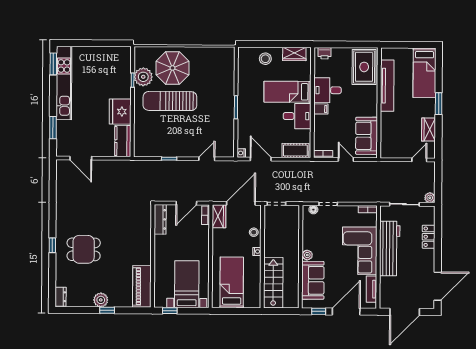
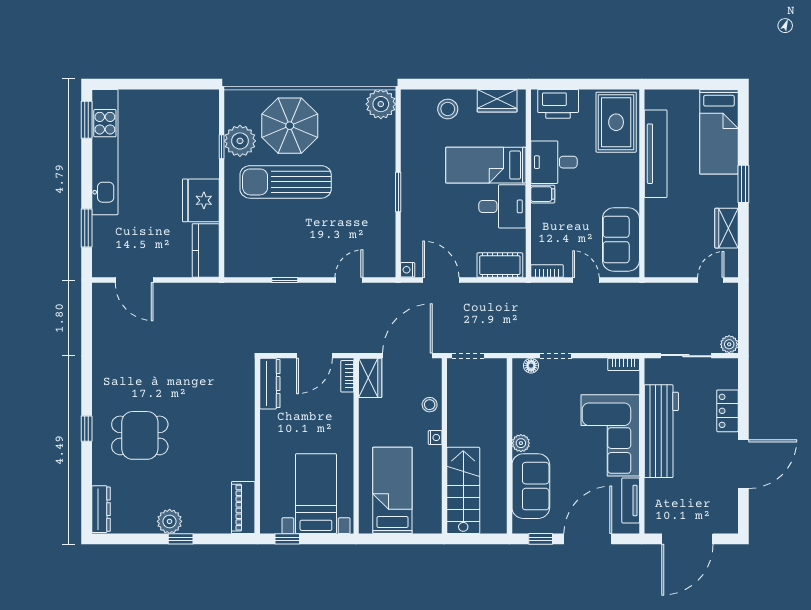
printer: (325, 53) -> (558, 104), width x1.87, depth x1.48
plant: (226, 56) -> (381, 104), added
piano: (142, 286) -> (243, 508), width x0.73, depth x0.75
door: (438, 286) -> (743, 464), moved
dresser: (61, 297) -> (101, 509), width x1.44

